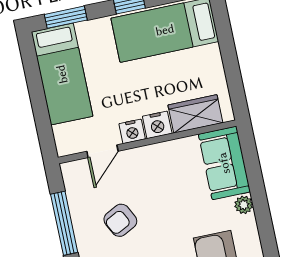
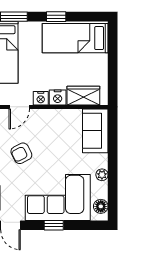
plant: (244, 205) -> (102, 175), moved

